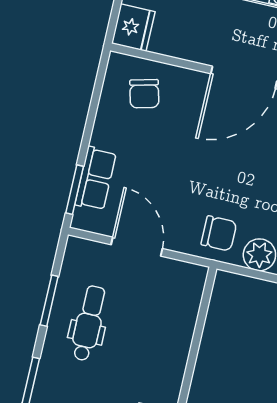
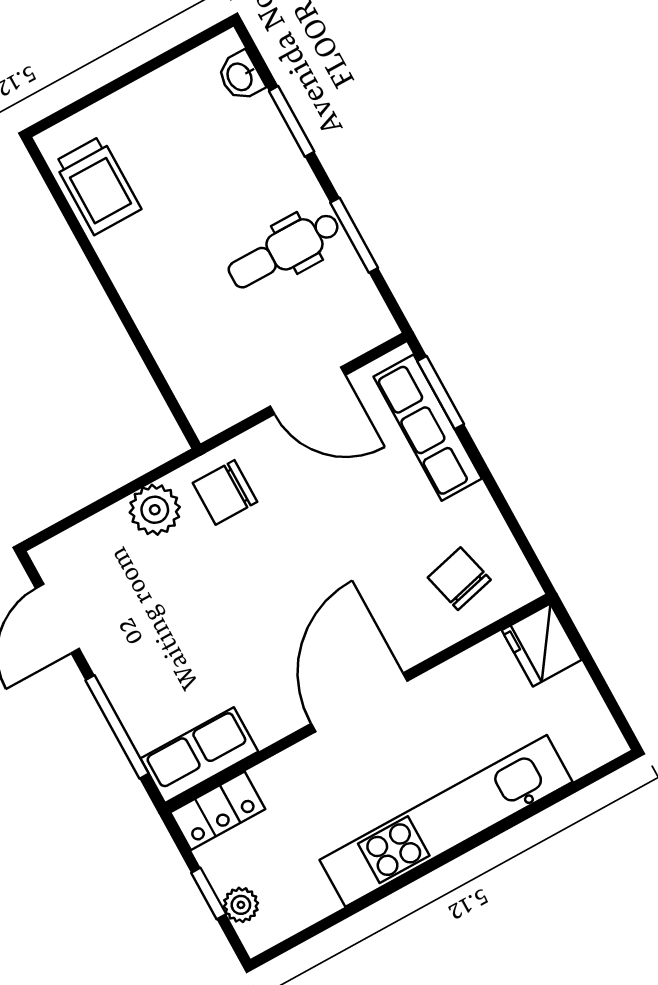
row of seats: (96, 179) -> (428, 428), width x1.48
dental chair: (89, 323) -> (284, 250), turned 90

